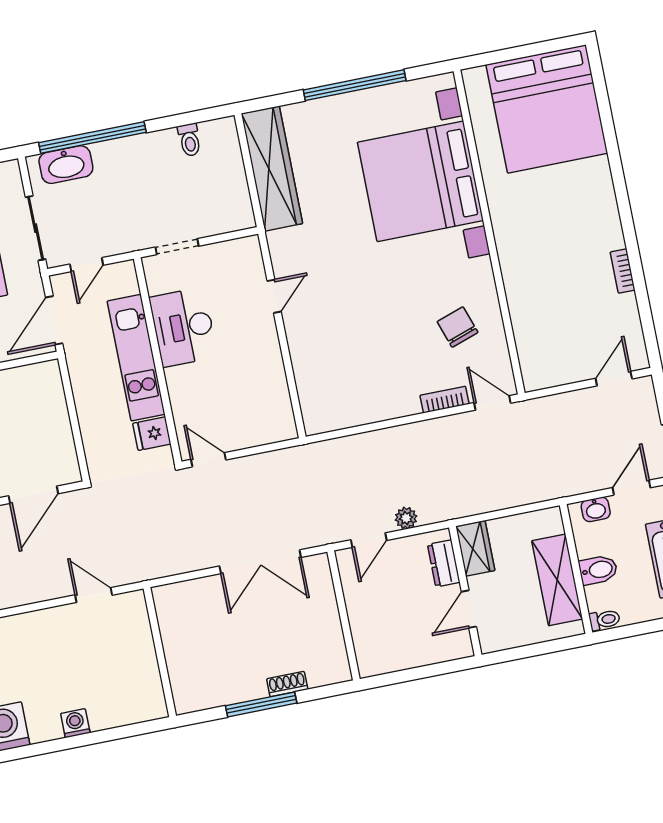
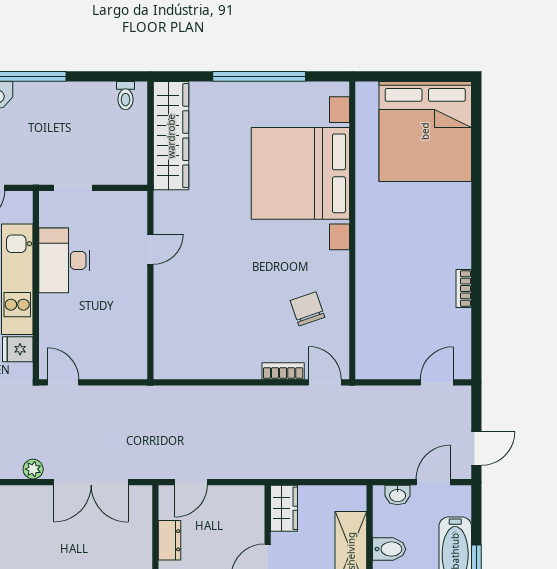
toilet: (189, 140) -> (126, 96), moved
plant: (406, 518) -> (33, 469), moved
dresser: (444, 563) -> (170, 540), moved, turned 180

